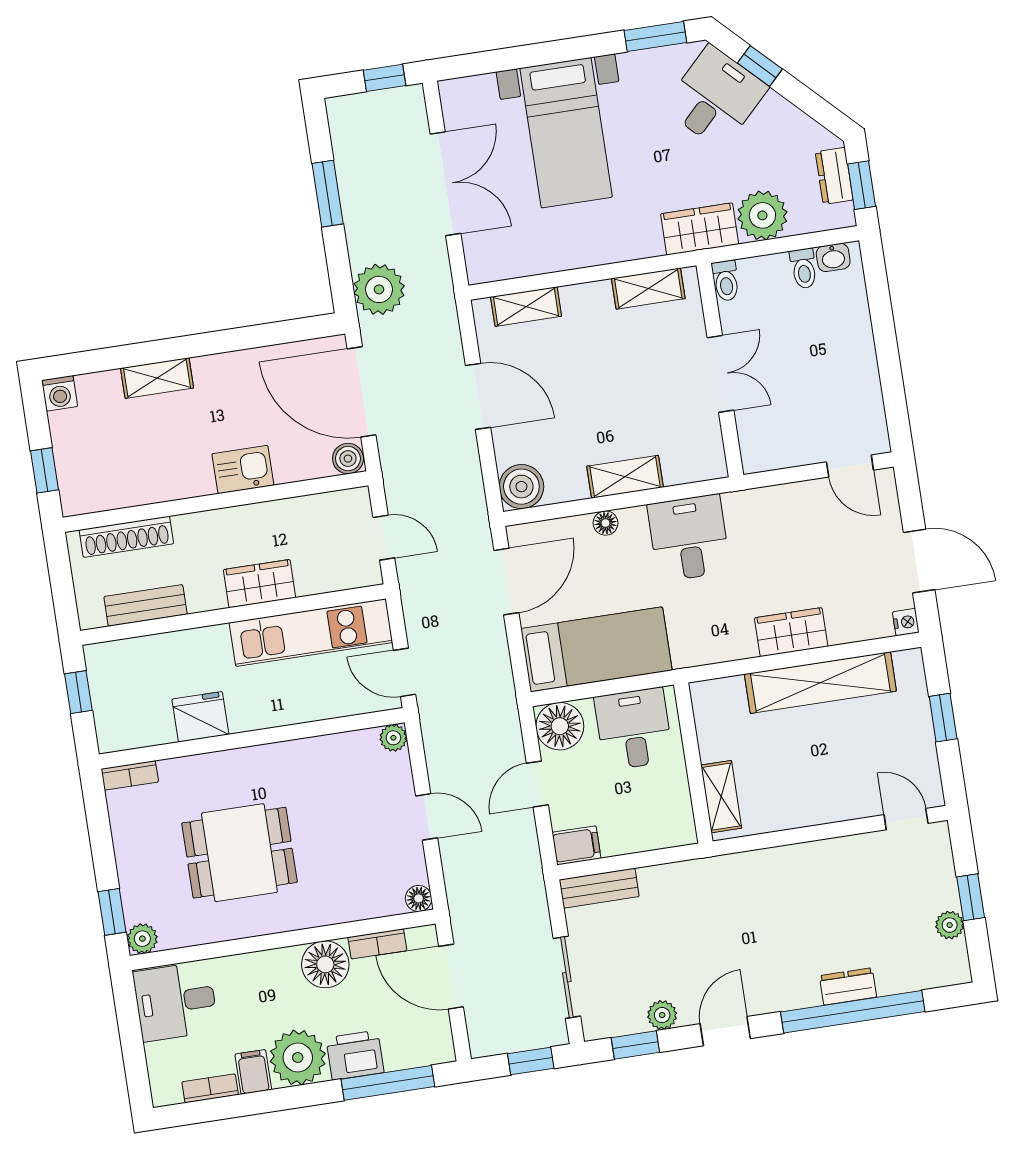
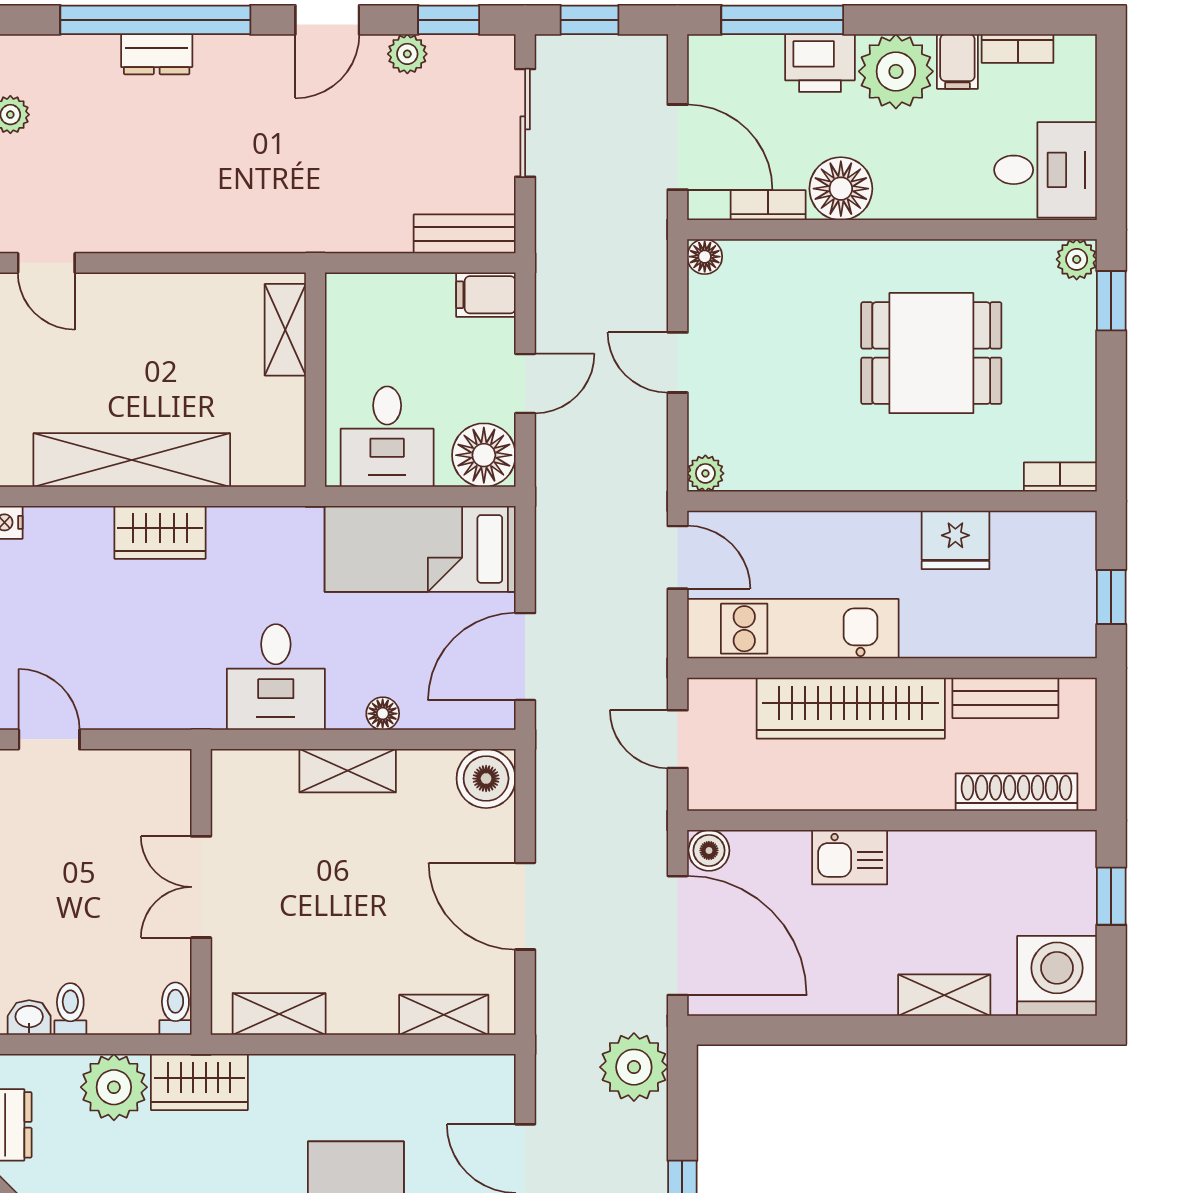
washing machine: (60, 393) -> (1057, 976), width x1.89, depth x1.89
wardrobe: (260, 584) -> (851, 708), width x2.10, depth x1.17

